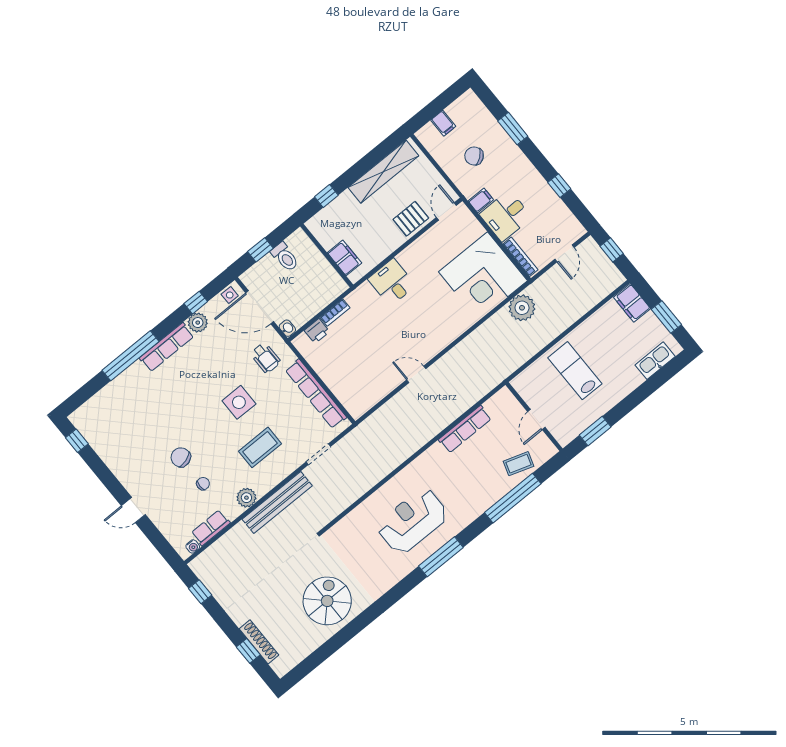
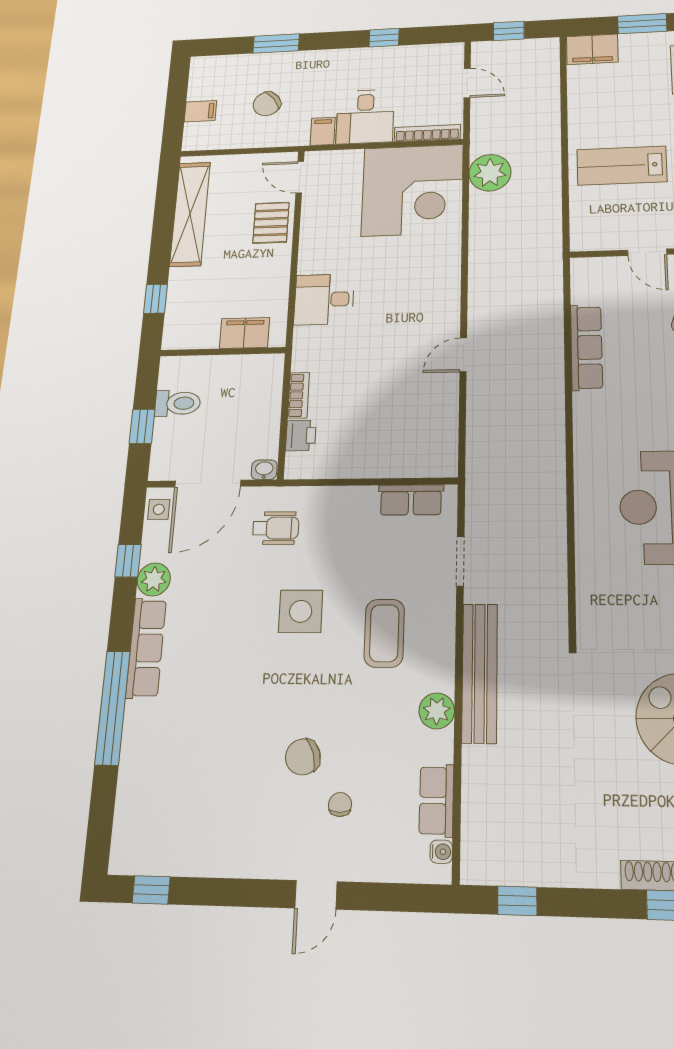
row of seats: (316, 394) -> (411, 500), width x0.50
chair: (203, 484) -> (340, 805), moved

